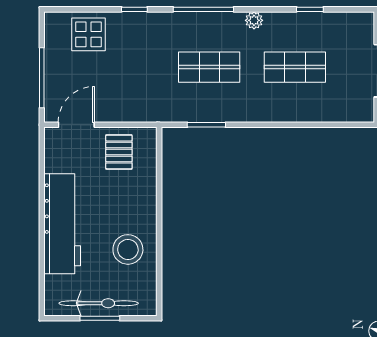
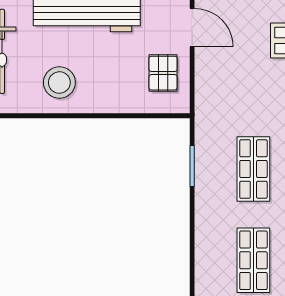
pallet: (119, 152) -> (163, 73), turned 90

